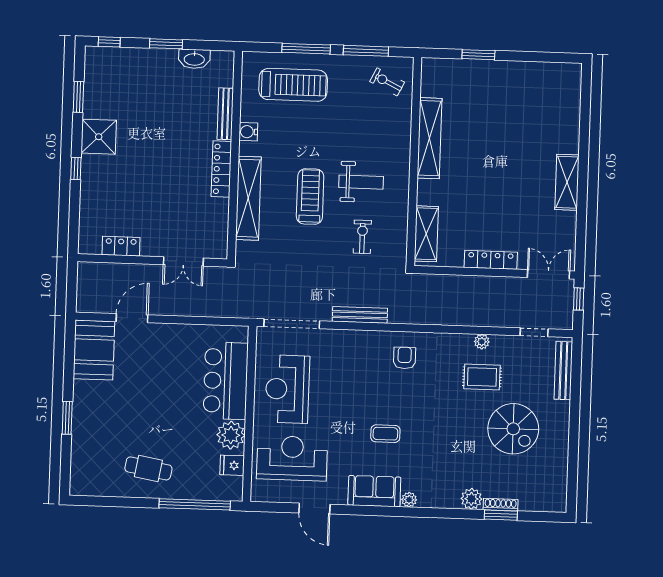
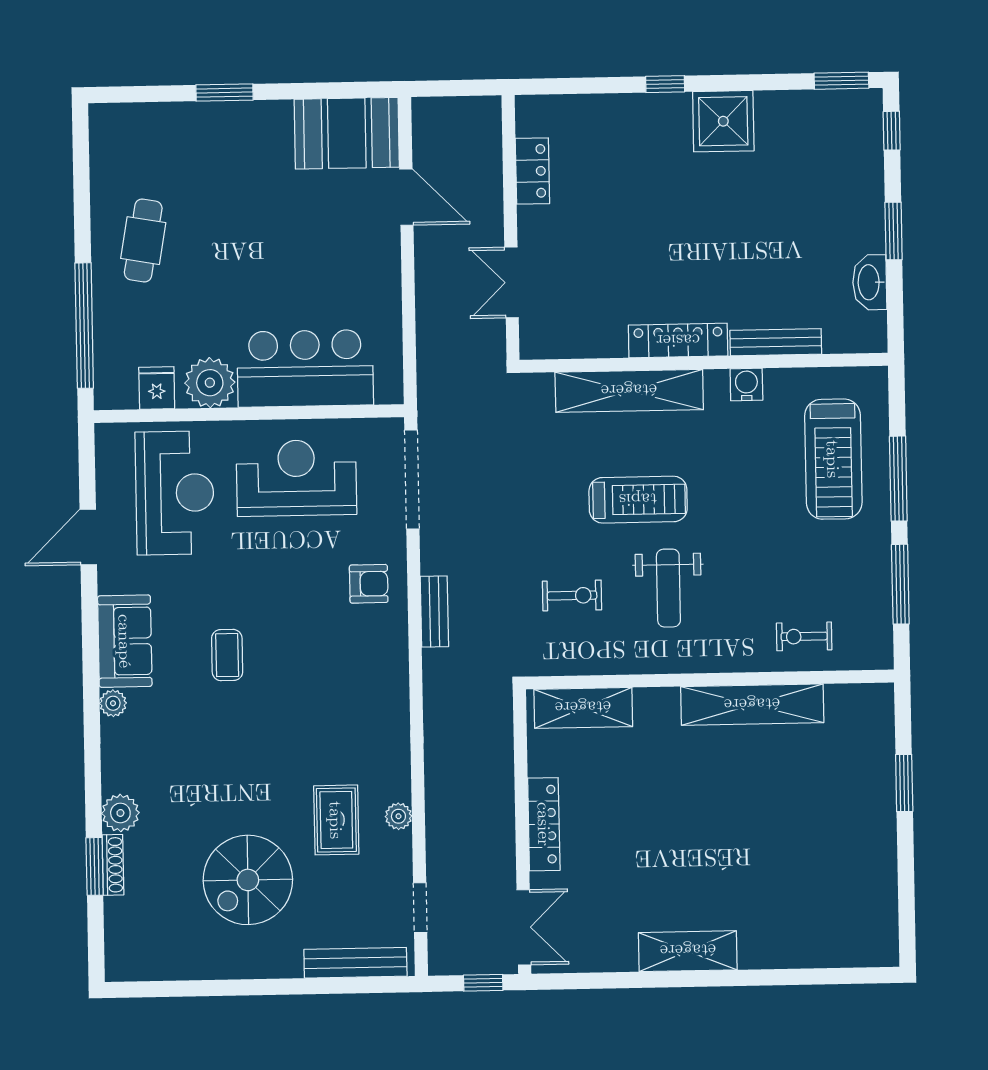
exercise bike: (387, 82) -> (804, 636), moved, turned -116
window: (78, 97) -> (841, 81), moved
bench: (360, 315) -> (434, 612), width x0.73
armchair: (405, 358) -> (369, 584), moved

